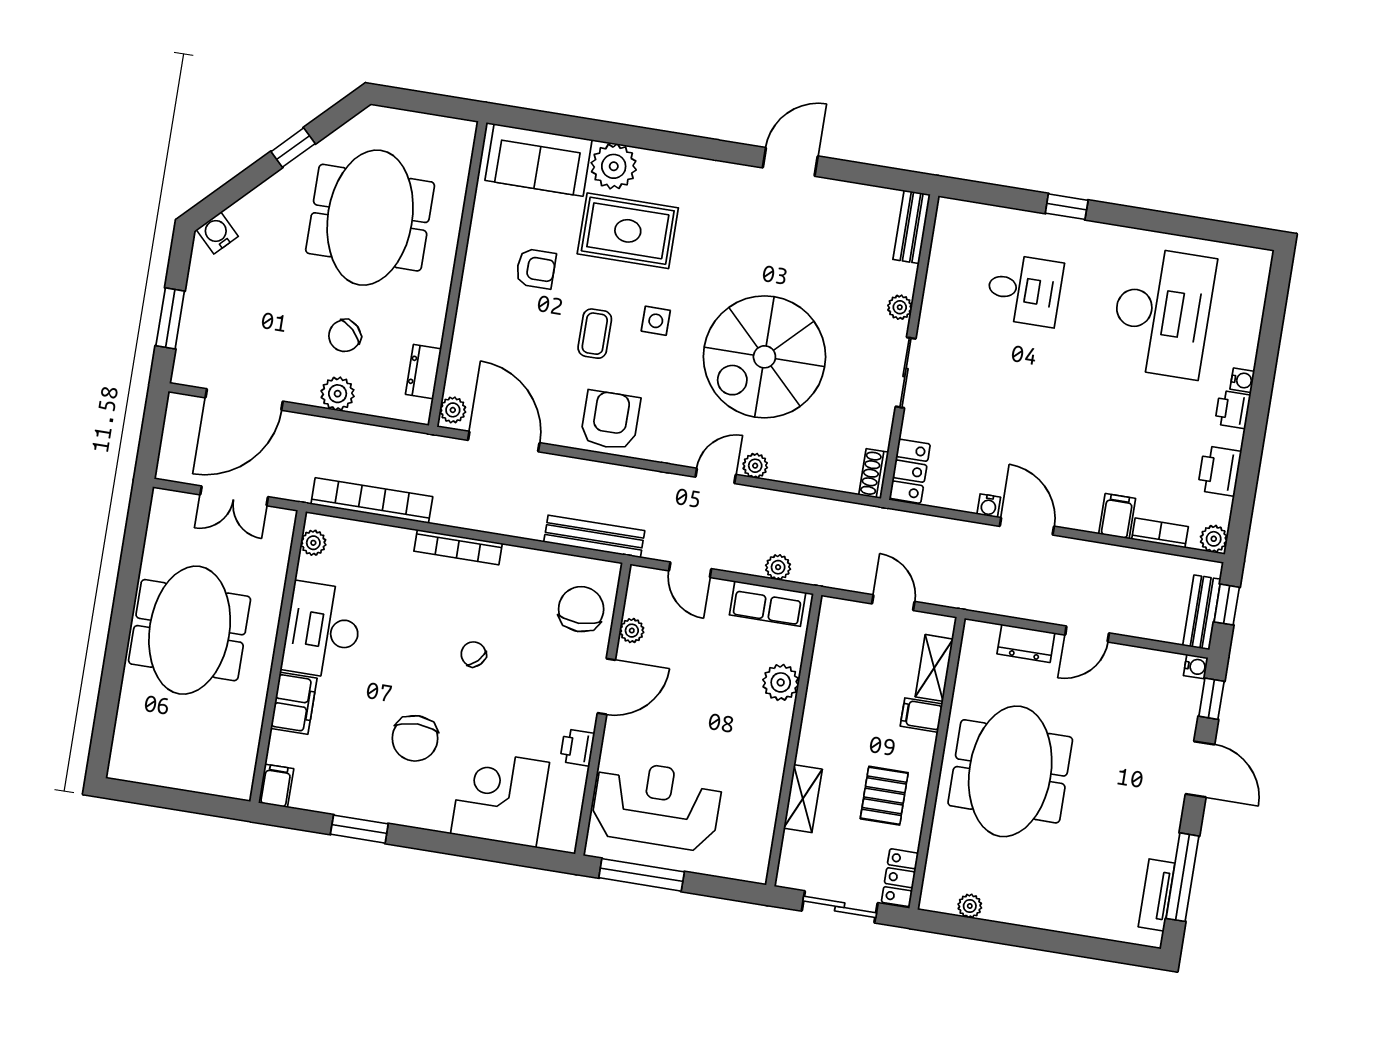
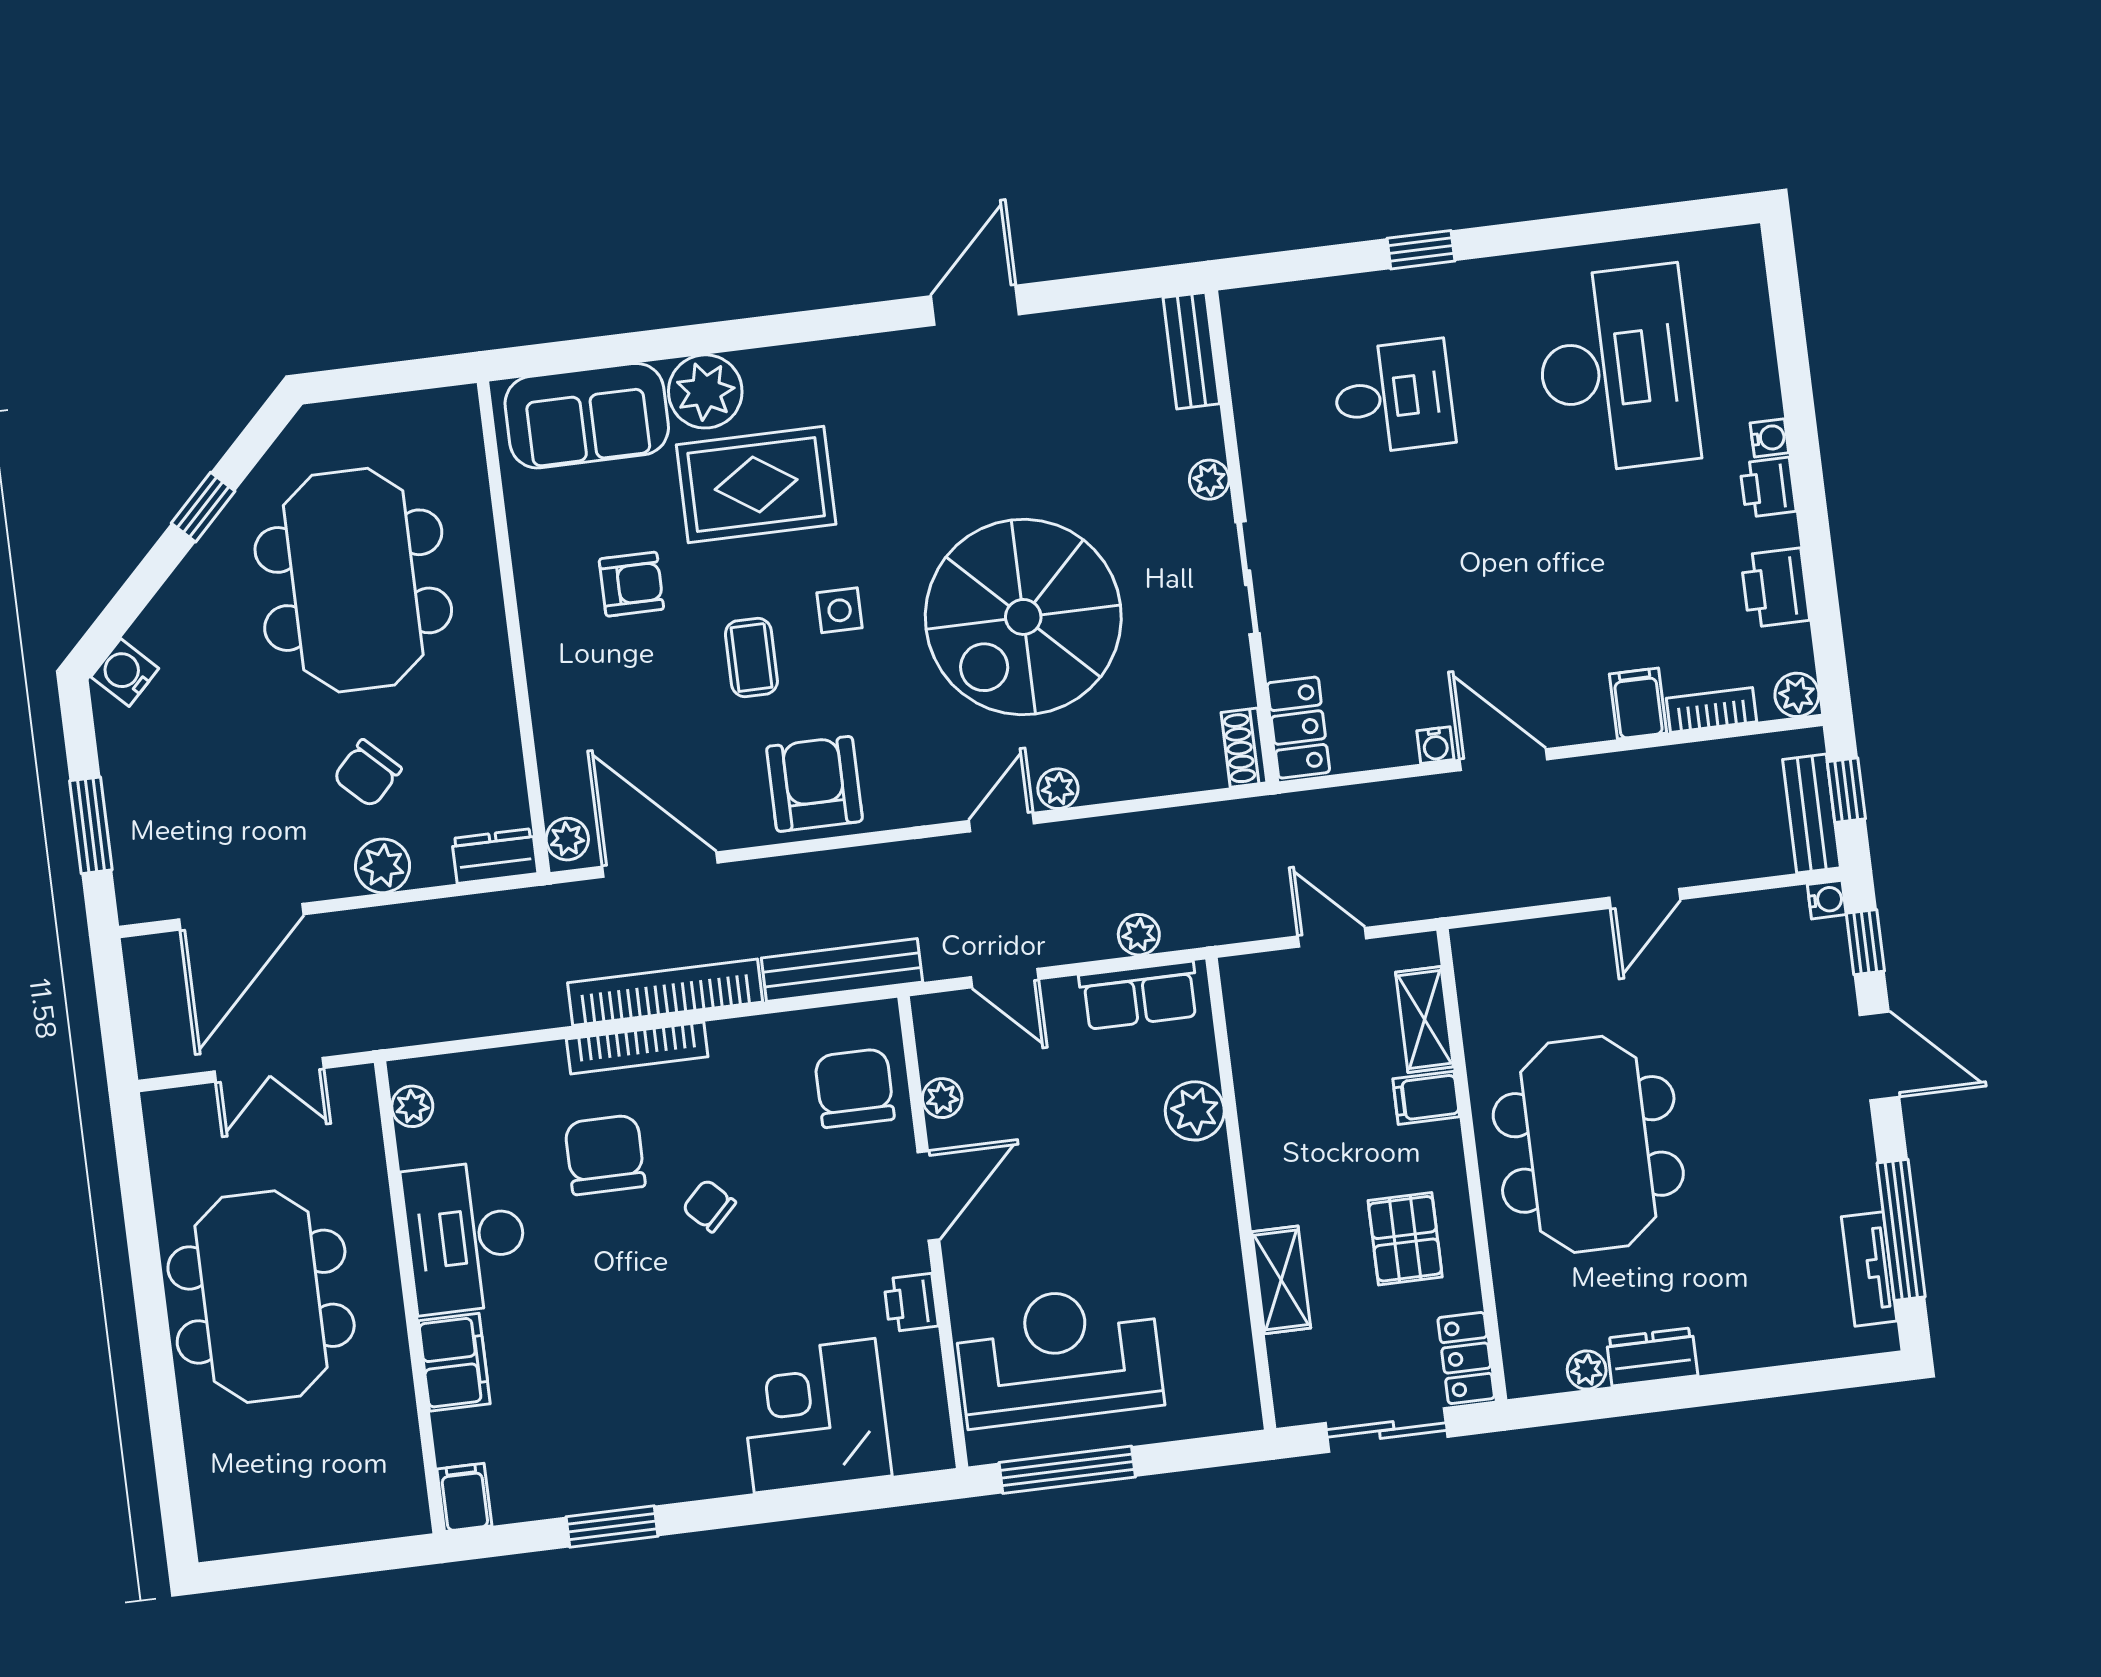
dresser: (424, 372) -> (495, 856), moved, turned 90
bookcase: (372, 501) -> (665, 992), moved
dresser: (1026, 643) -> (1652, 1357), moved, turned 180
chair: (415, 738) -> (605, 1155), moved, turned 180

